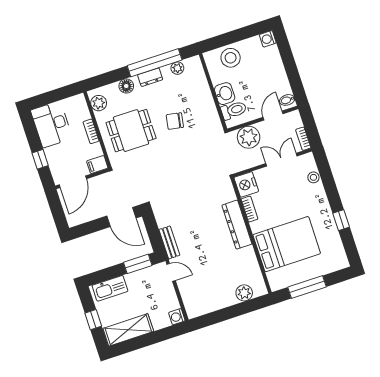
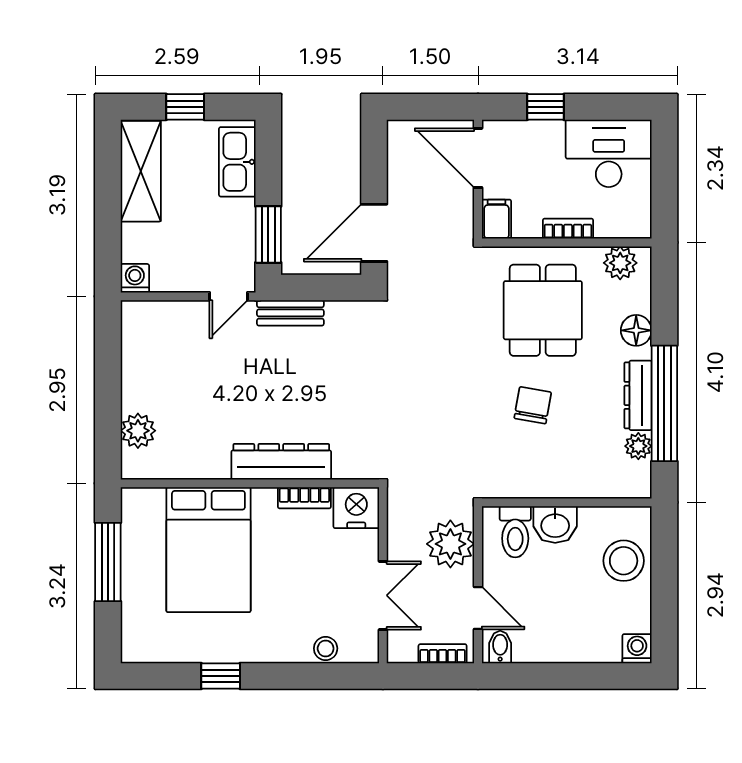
dresser: (150, 77) -> (638, 395), width x1.44
bookcase: (303, 139) -> (443, 654), moved

